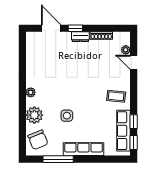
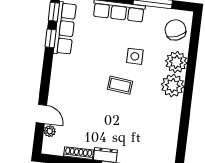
plant: (31, 92) -> (173, 86), width x1.88, depth x1.88
coffee table: (116, 96) -> (120, 85), moved

